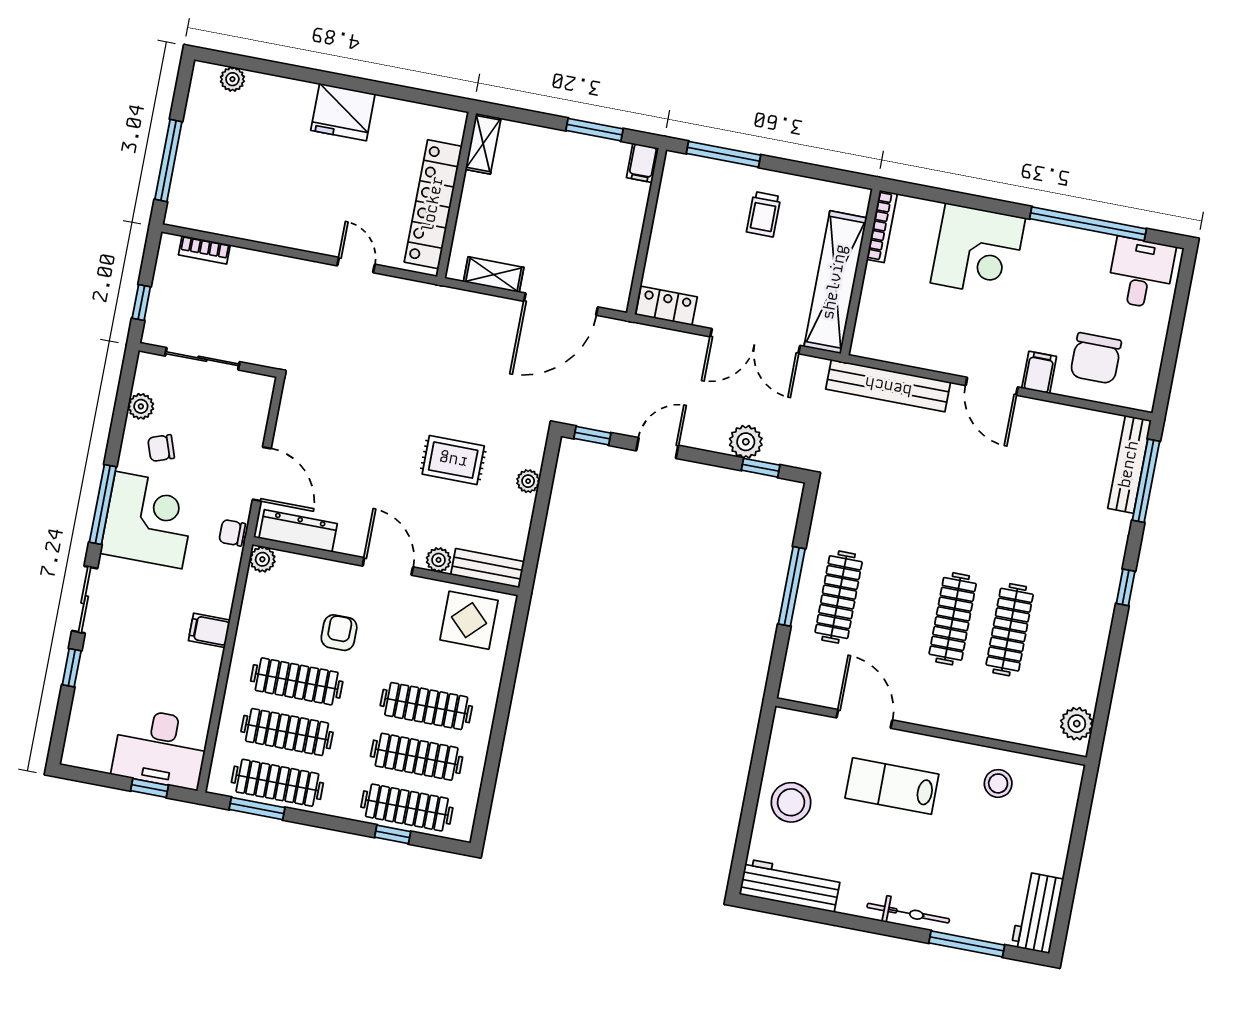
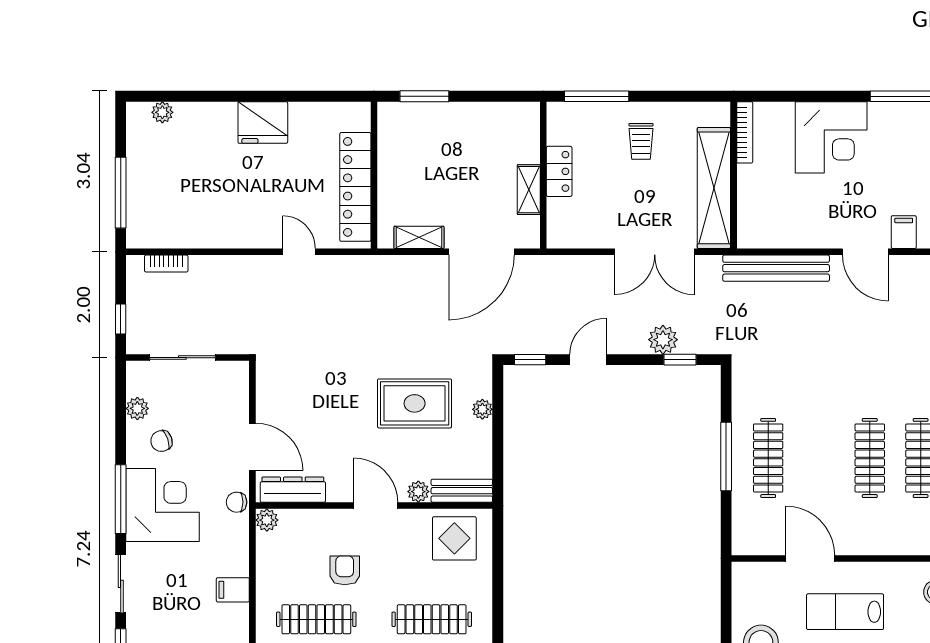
window: (595, 130) -> (424, 96), moved
shelving: (483, 144) -> (529, 190), moved
filing cabinet: (643, 163) -> (529, 117), removed
locker: (666, 306) -> (559, 171), moved, turned 90
rug: (453, 460) -> (415, 403), width x1.36, depth x1.43

